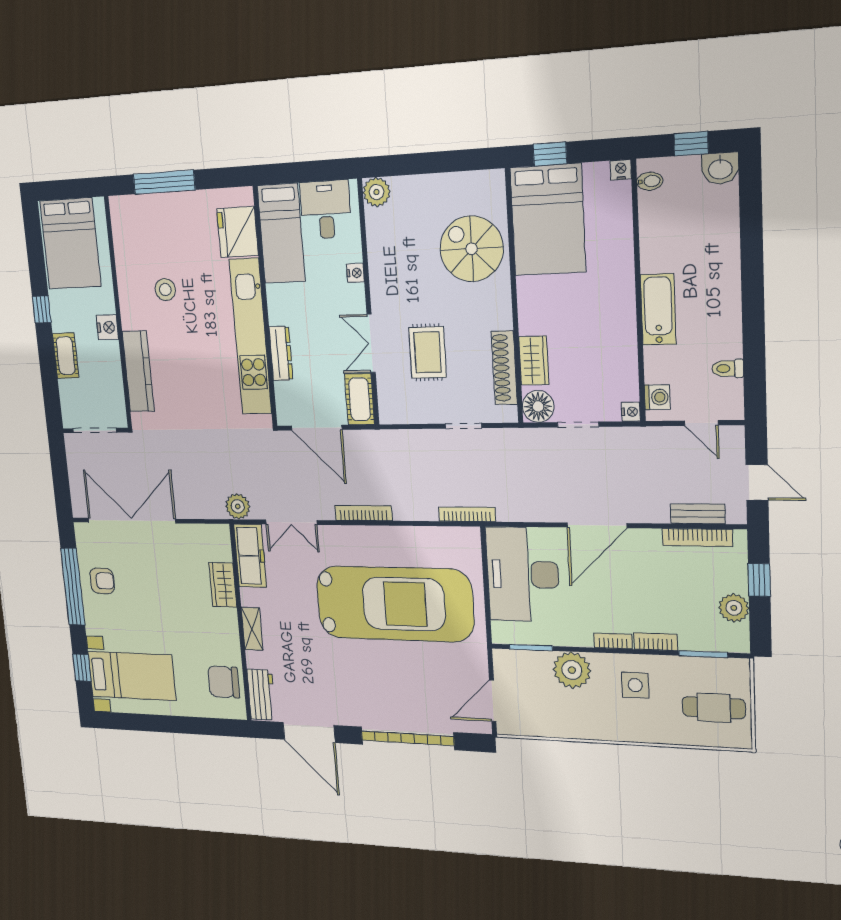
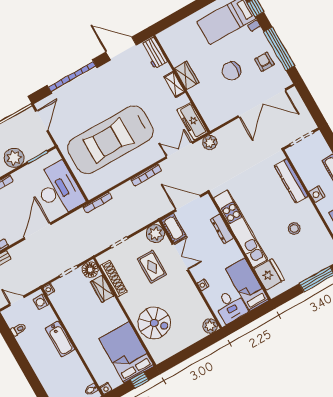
plant: (395, 407) -> (155, 234), added
armchair: (102, 581) -> (264, 62), turned 90
wardrobe: (223, 585) -> (187, 75), moved
chair: (224, 682) -> (231, 71), moved, turned 180

